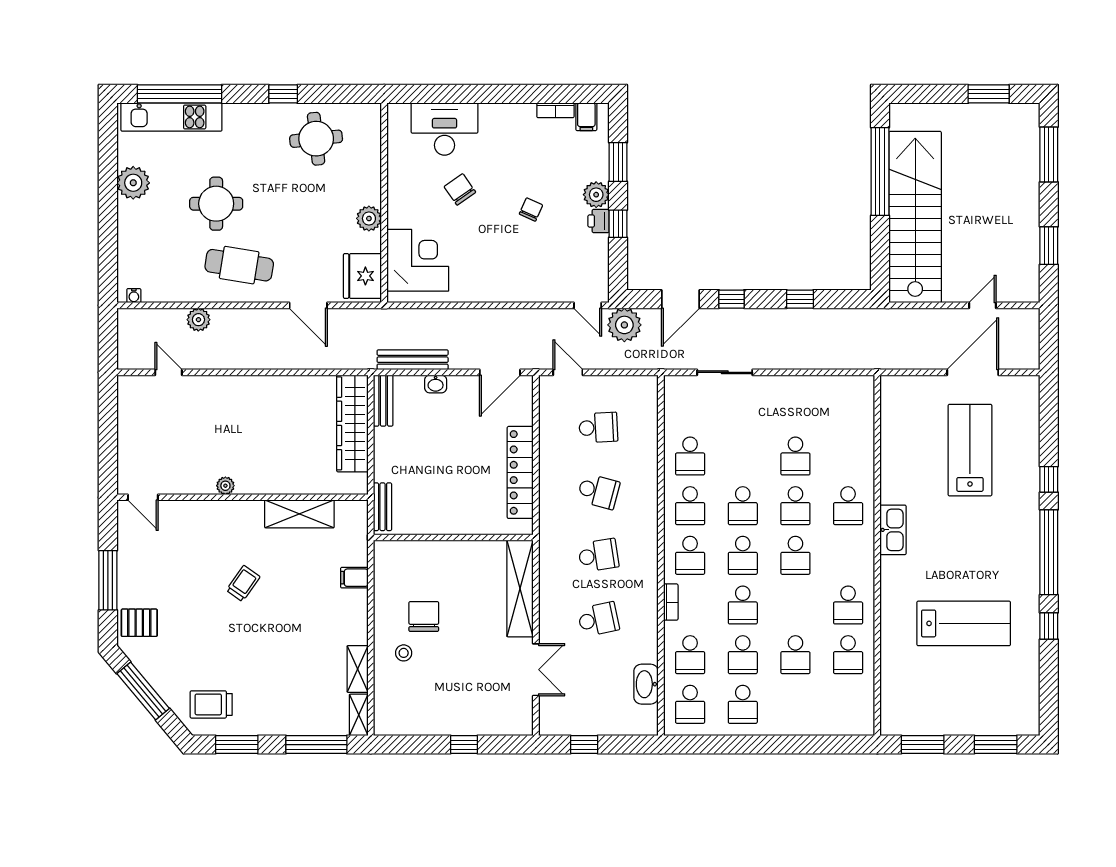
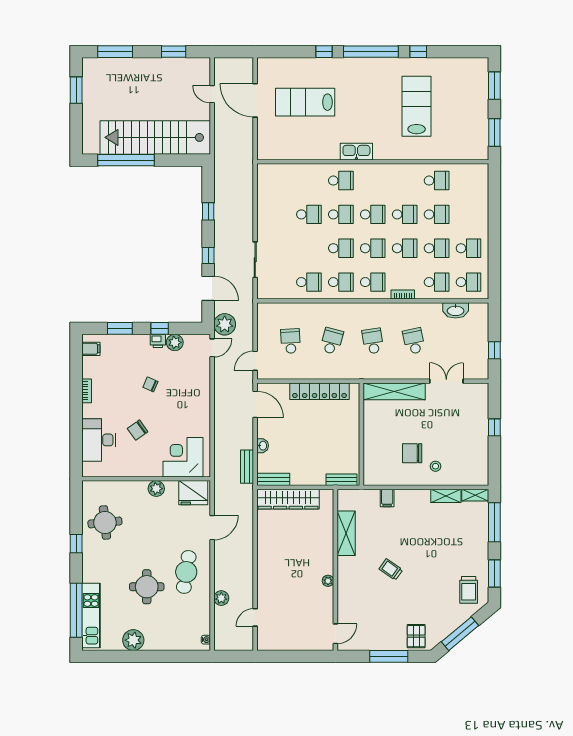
bookcase: (555, 110) -> (87, 391), moved
plant: (596, 195) -> (175, 342), moved
bench: (413, 360) -> (247, 467), width x0.73
school desk: (848, 605) -> (405, 214), moved

